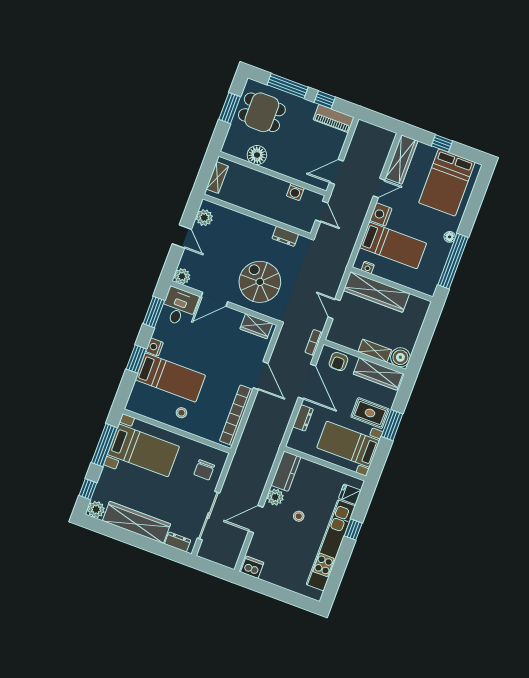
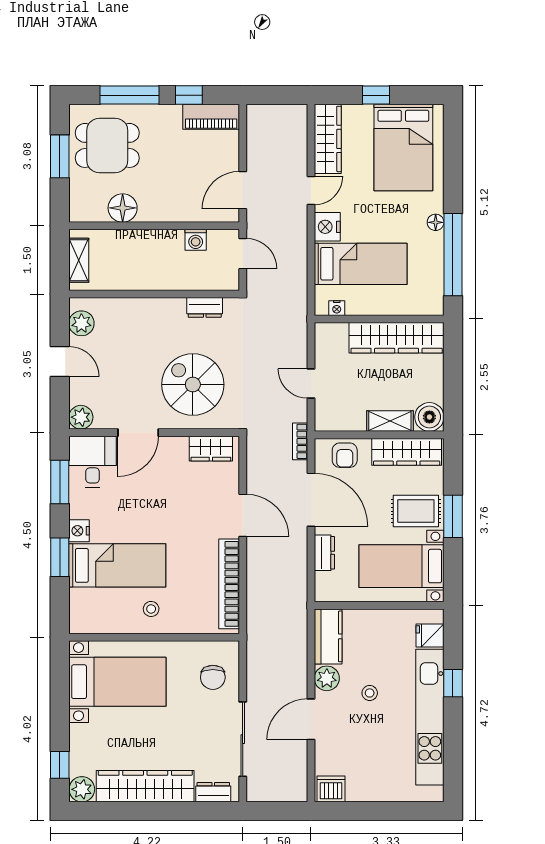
wardrobe: (376, 292) -> (397, 338), moved
window: (104, 445) -> (60, 695), removed

